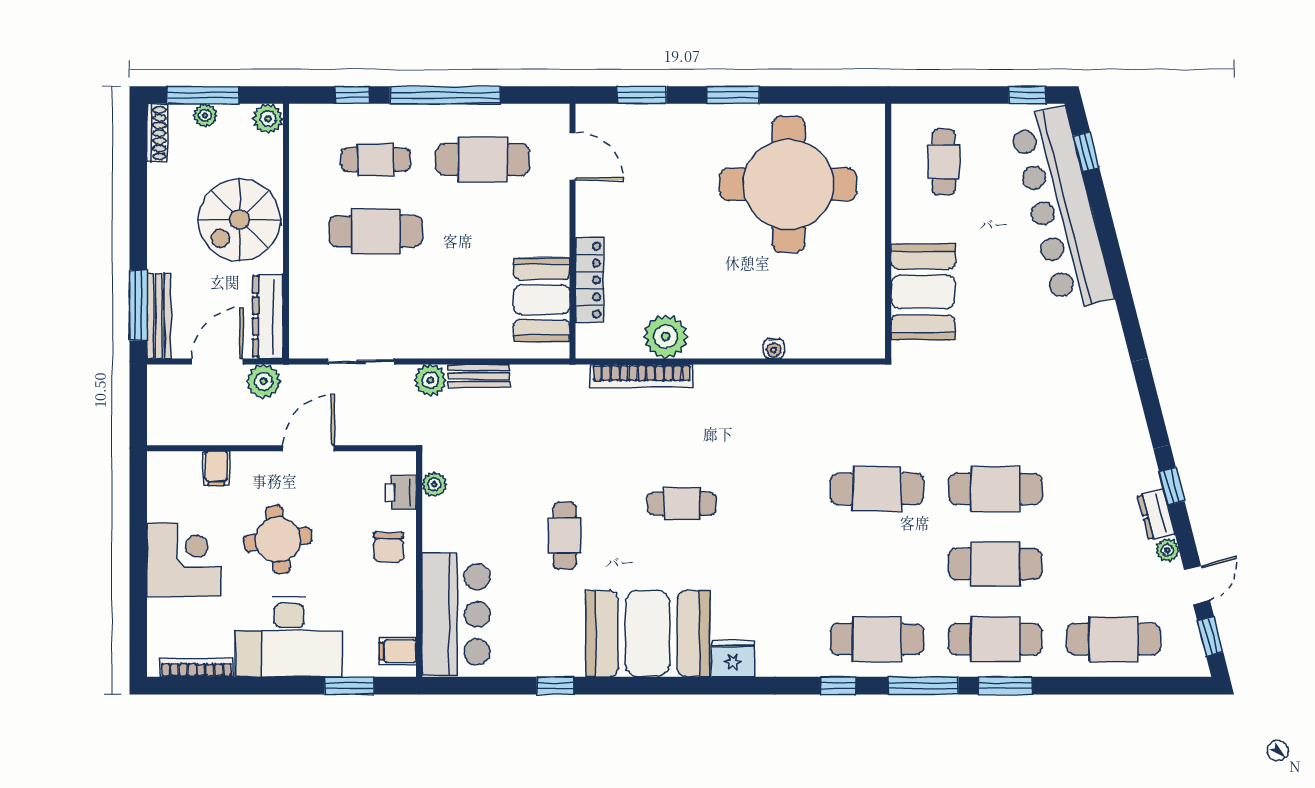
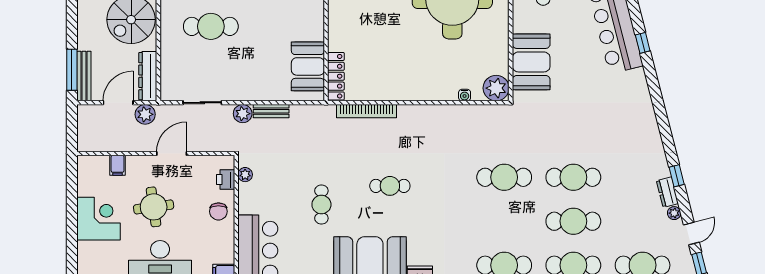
window: (1114, 259) -> (643, 43), added
locker: (589, 280) -> (336, 76), moved
plant: (666, 337) -> (496, 88), moved
water cooler: (774, 348) -> (465, 95), moved

